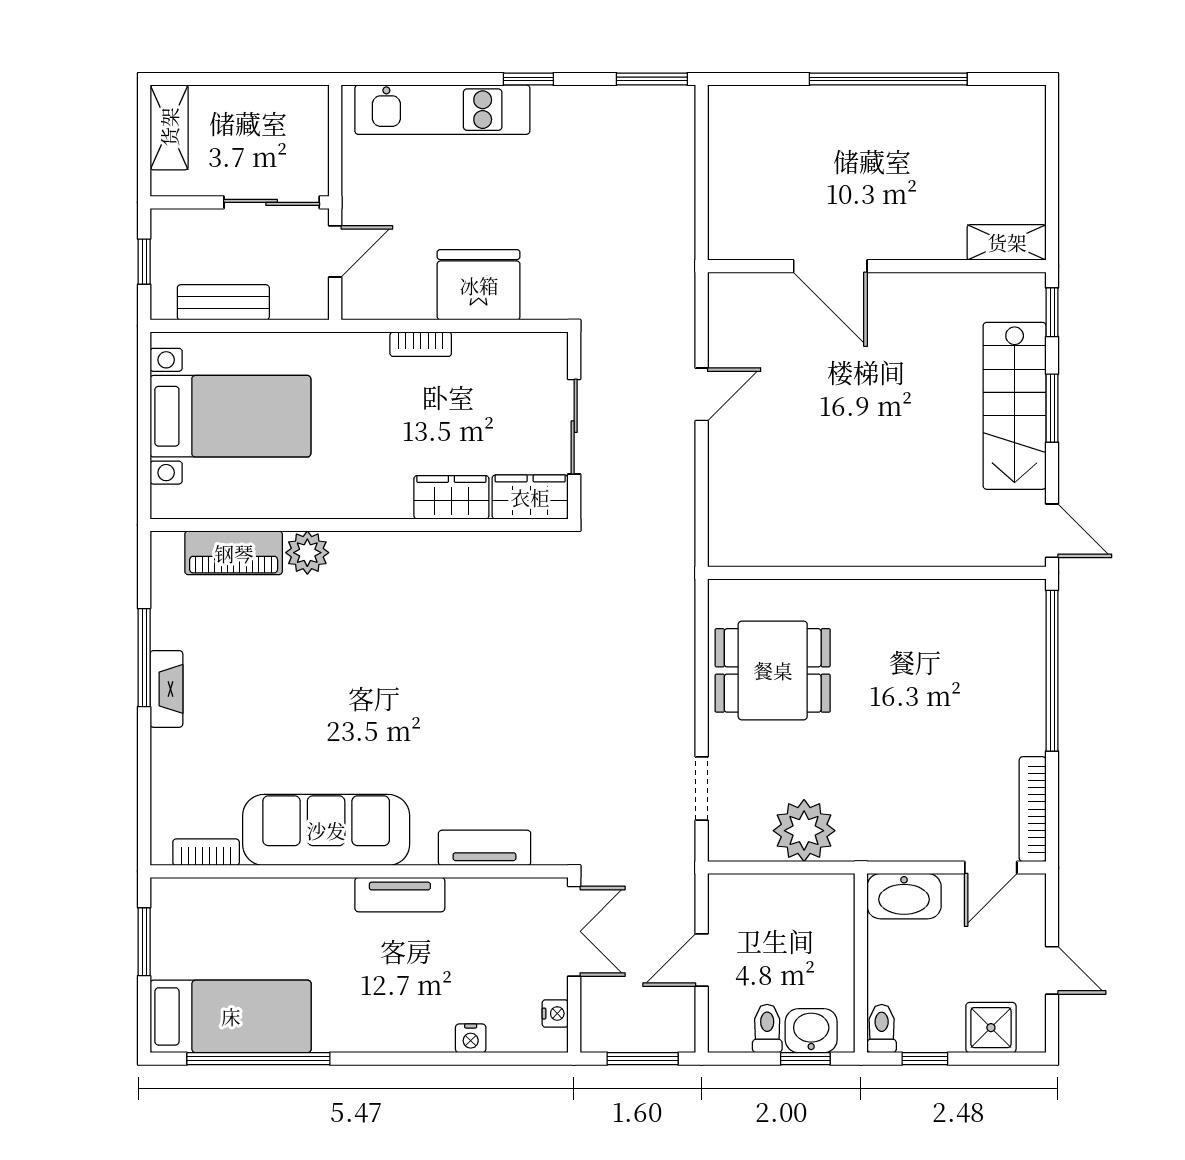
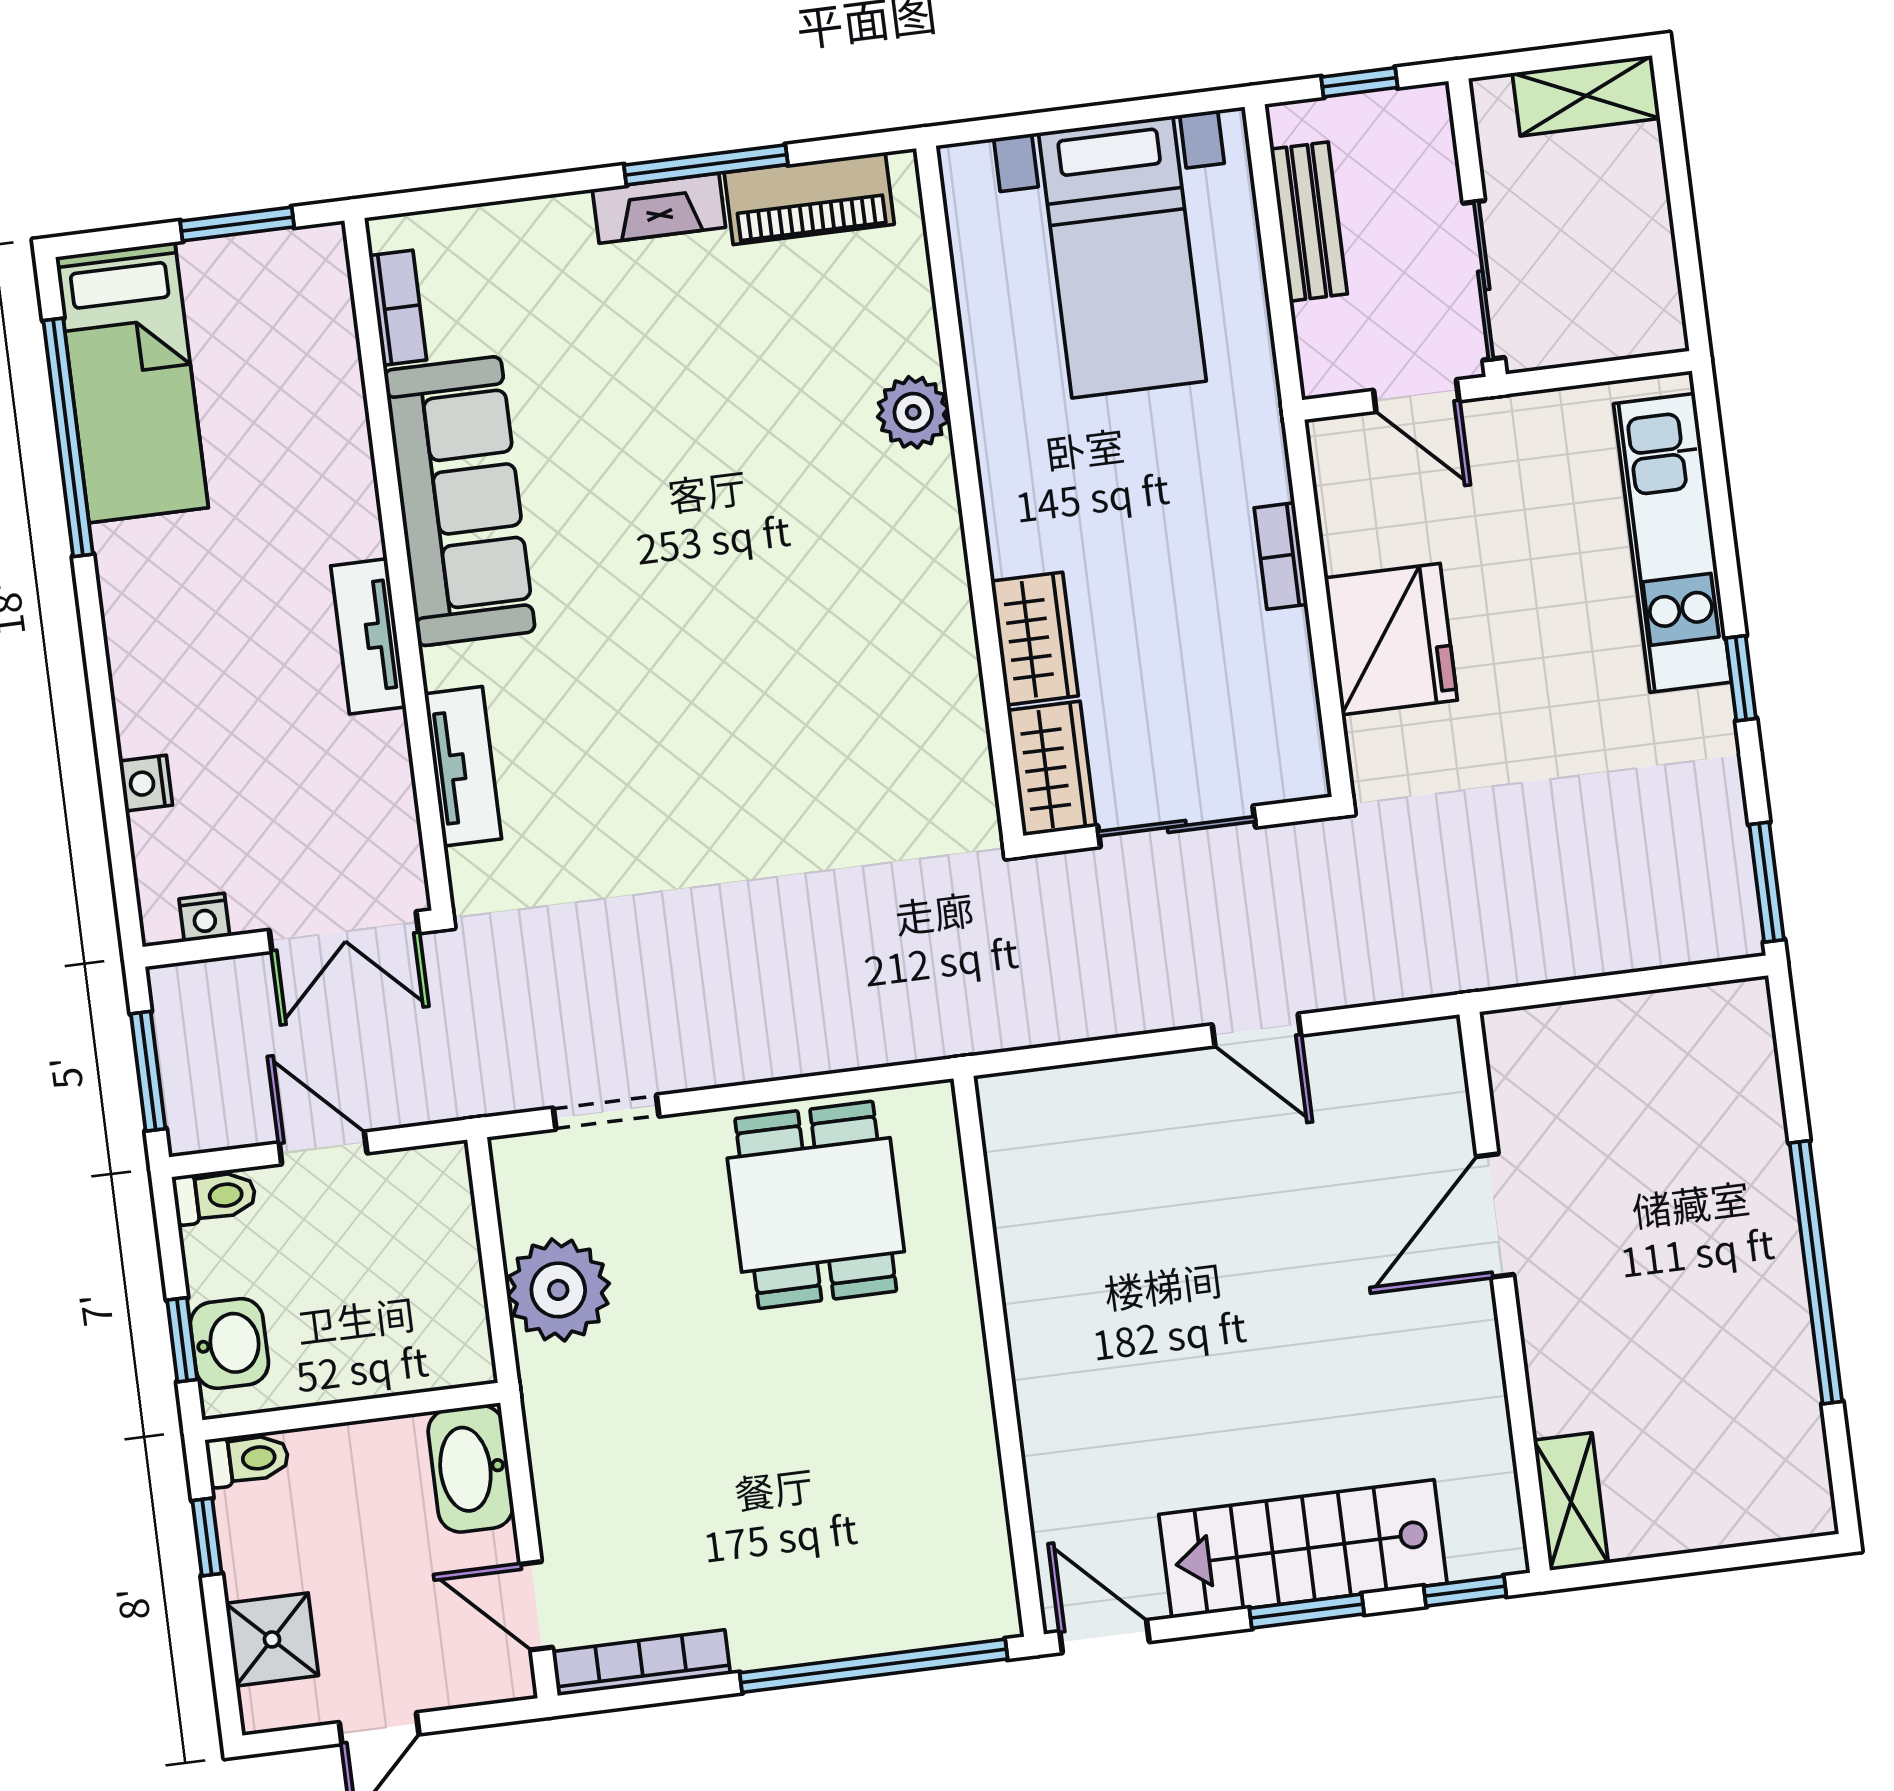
door: (1052, 531) -> (1105, 1637), swing flipped
piano: (234, 553) -> (809, 198), moved, turned -90
toilet: (767, 1028) -> (215, 1197), moved

